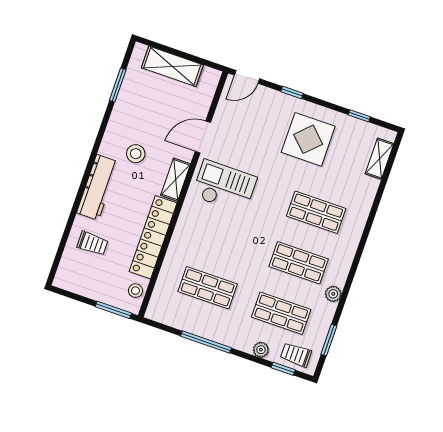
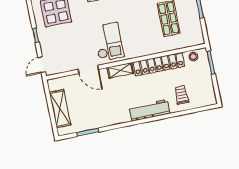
door: (247, 77) -> (42, 65), swing flipped
stool: (136, 154) -> (119, 100), removed
checkout: (224, 187) -> (108, 42), turned 180

